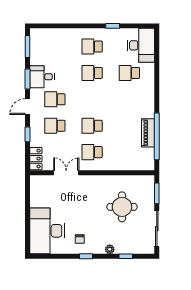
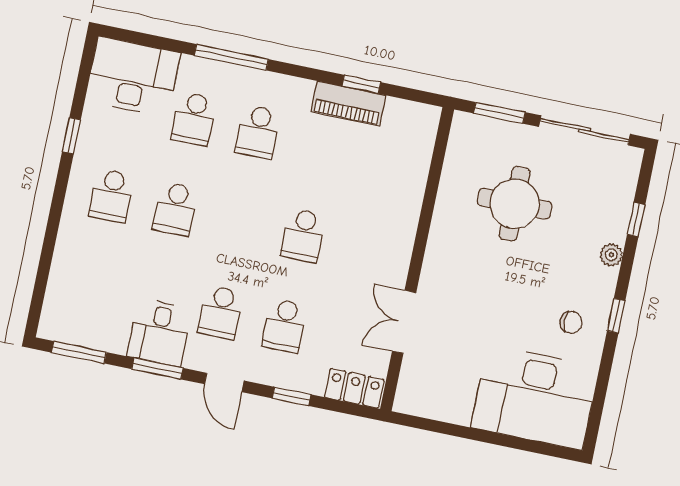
window: (157, 83) -> (231, 57), added
window: (157, 136) -> (361, 84), width x0.32
school desk: (92, 152) -> (258, 132), moved

